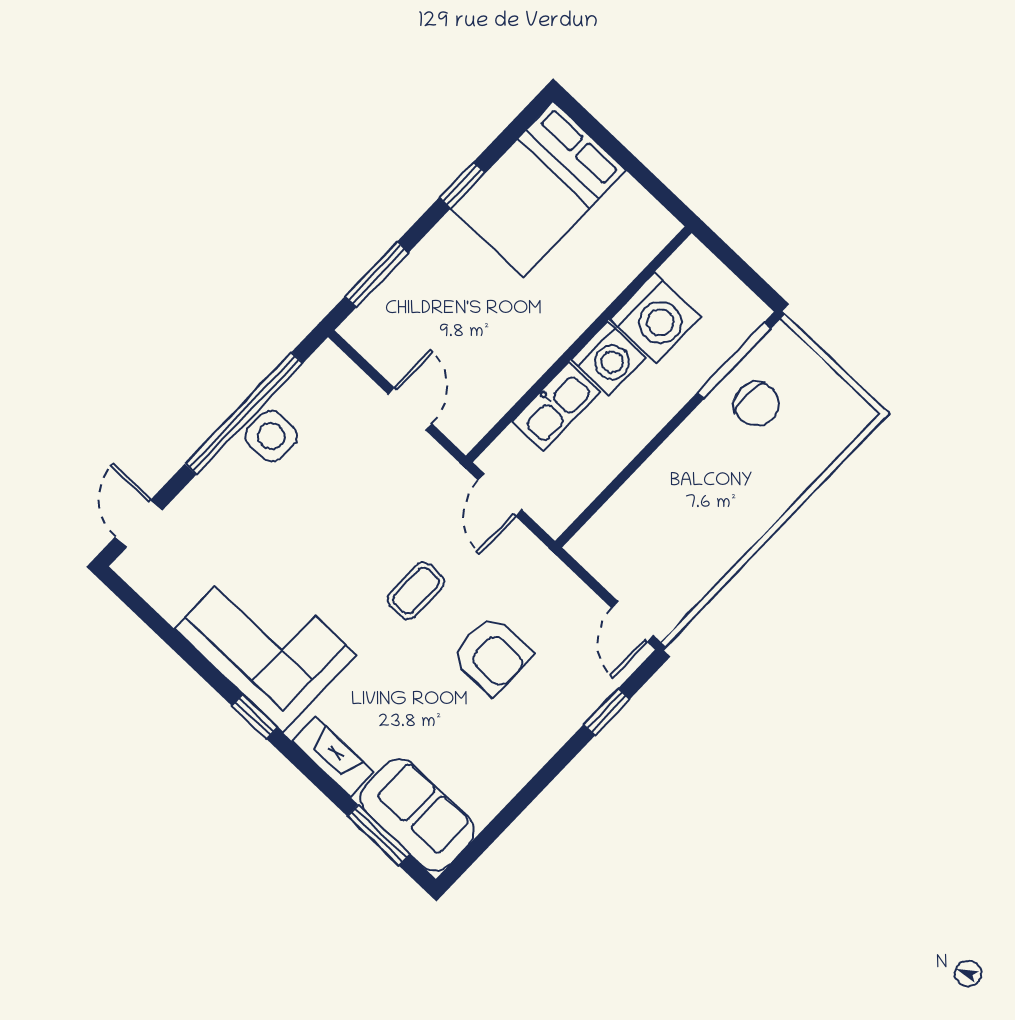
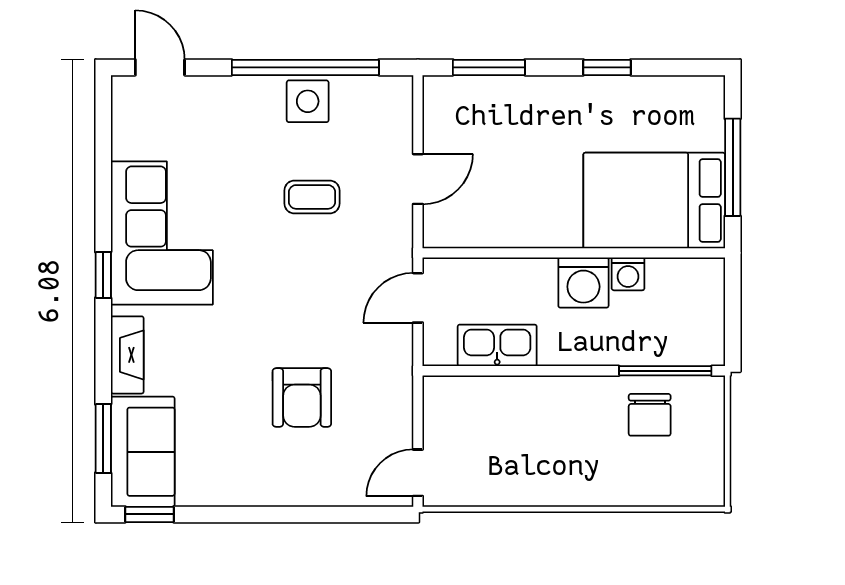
window: (629, 162) -> (733, 167), added
bed: (538, 189) -> (654, 201), moved
washing machine: (656, 318) -> (628, 274), width x0.53, depth x0.53
kitchen sink: (556, 407) -> (497, 345), moved, turned 180
door: (139, 524) -> (160, 67), hinge flipped
coffee table: (416, 591) -> (312, 197), moved
window: (607, 712) -> (149, 514), moved

